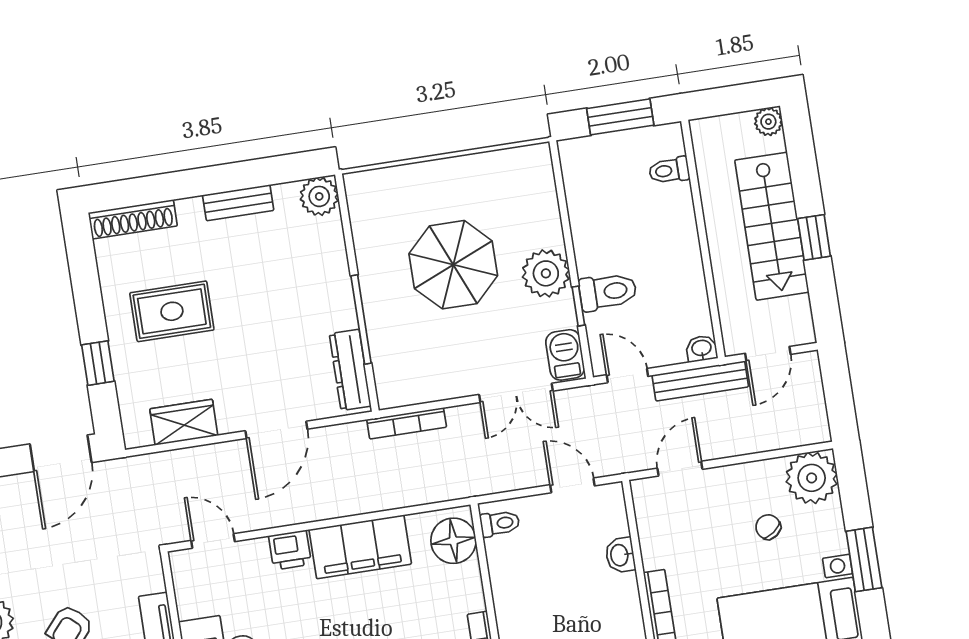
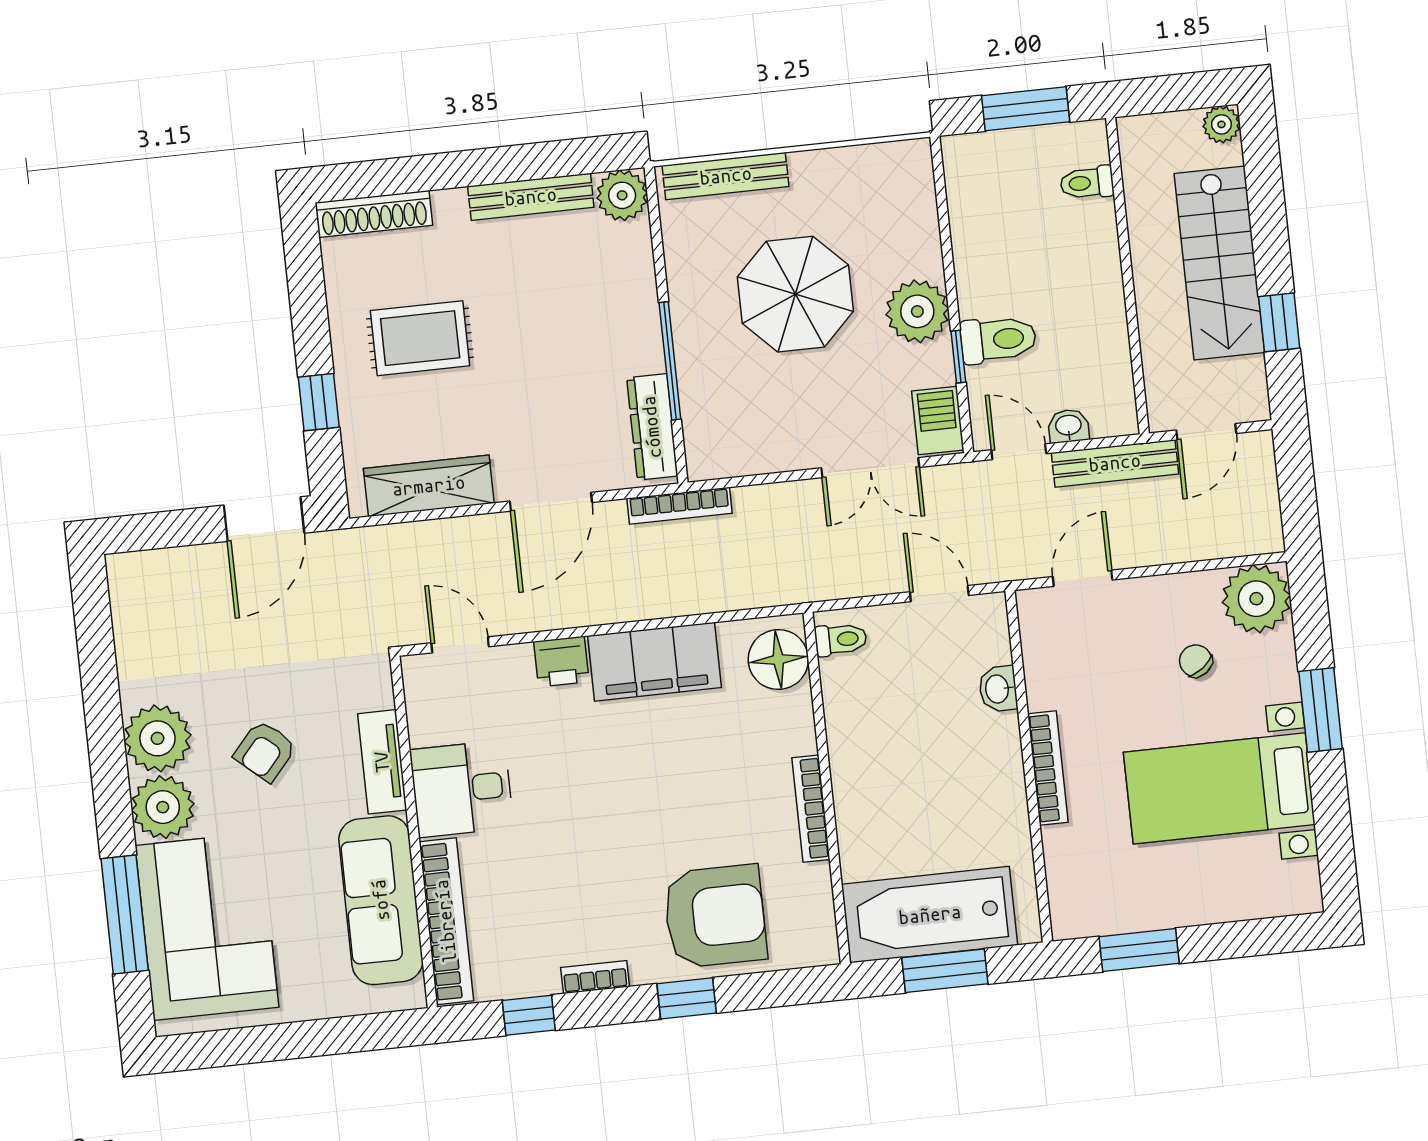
bench: (396, 178) -> (726, 176), added
bench: (238, 203) -> (531, 197), width x1.36
window: (814, 237) -> (1279, 322), moved
washbasin: (702, 349) -> (1068, 426), moved
wardrobe: (184, 422) -> (429, 486), width x1.50
bookcase: (407, 423) -> (679, 506), moved

